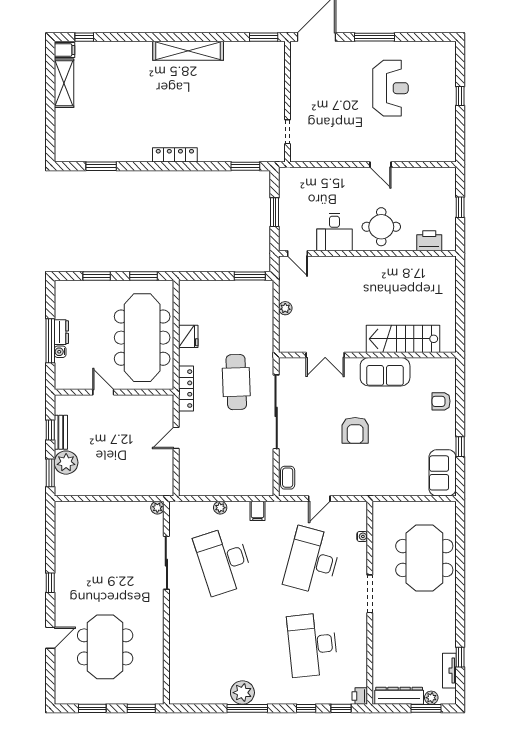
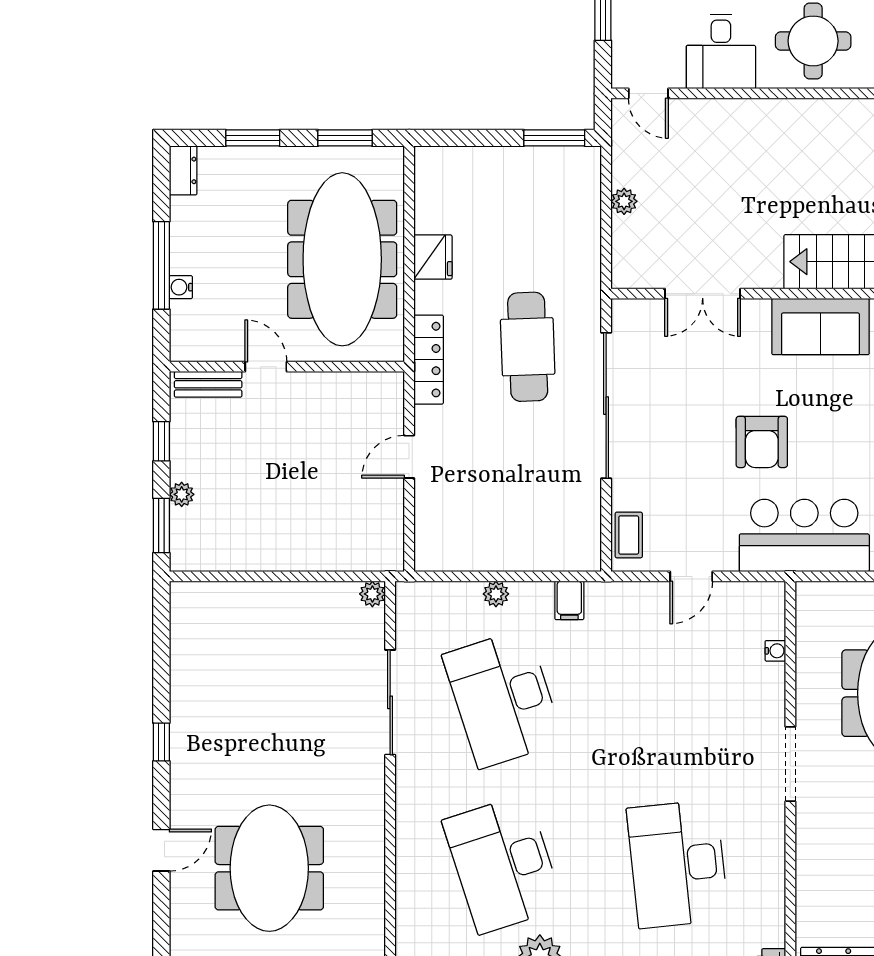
dresser: (61, 332) -> (183, 170), moved
bench: (61, 432) -> (208, 384), moved, turned 90
plant: (66, 463) -> (182, 494), width x0.53, depth x0.53
bar counter: (377, 478) -> (804, 535), added
desk: (312, 561) -> (503, 864), moved, turned -33

